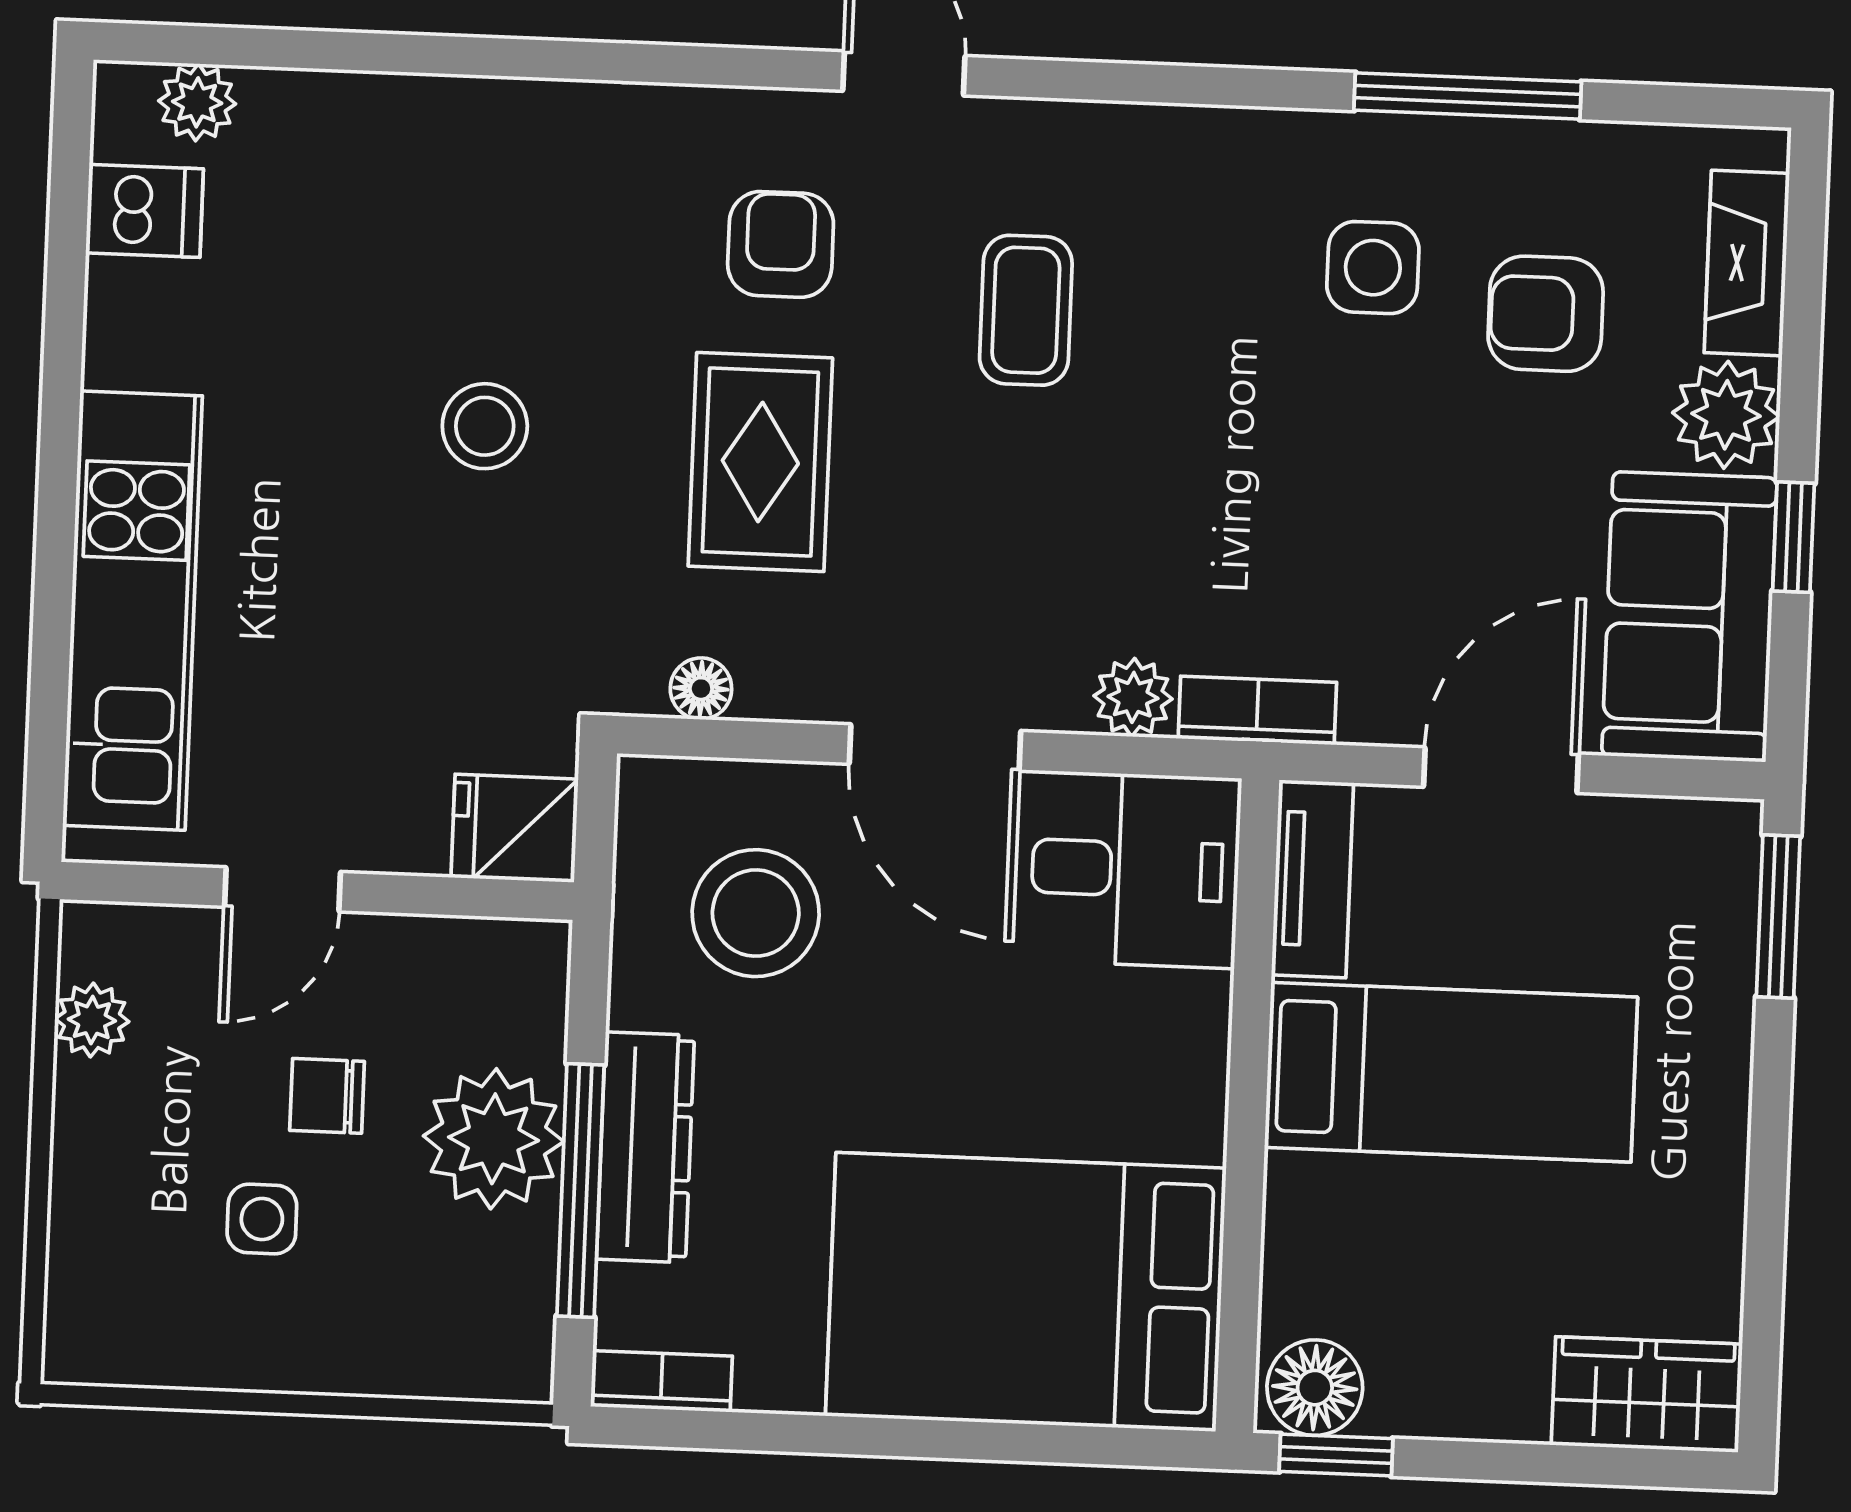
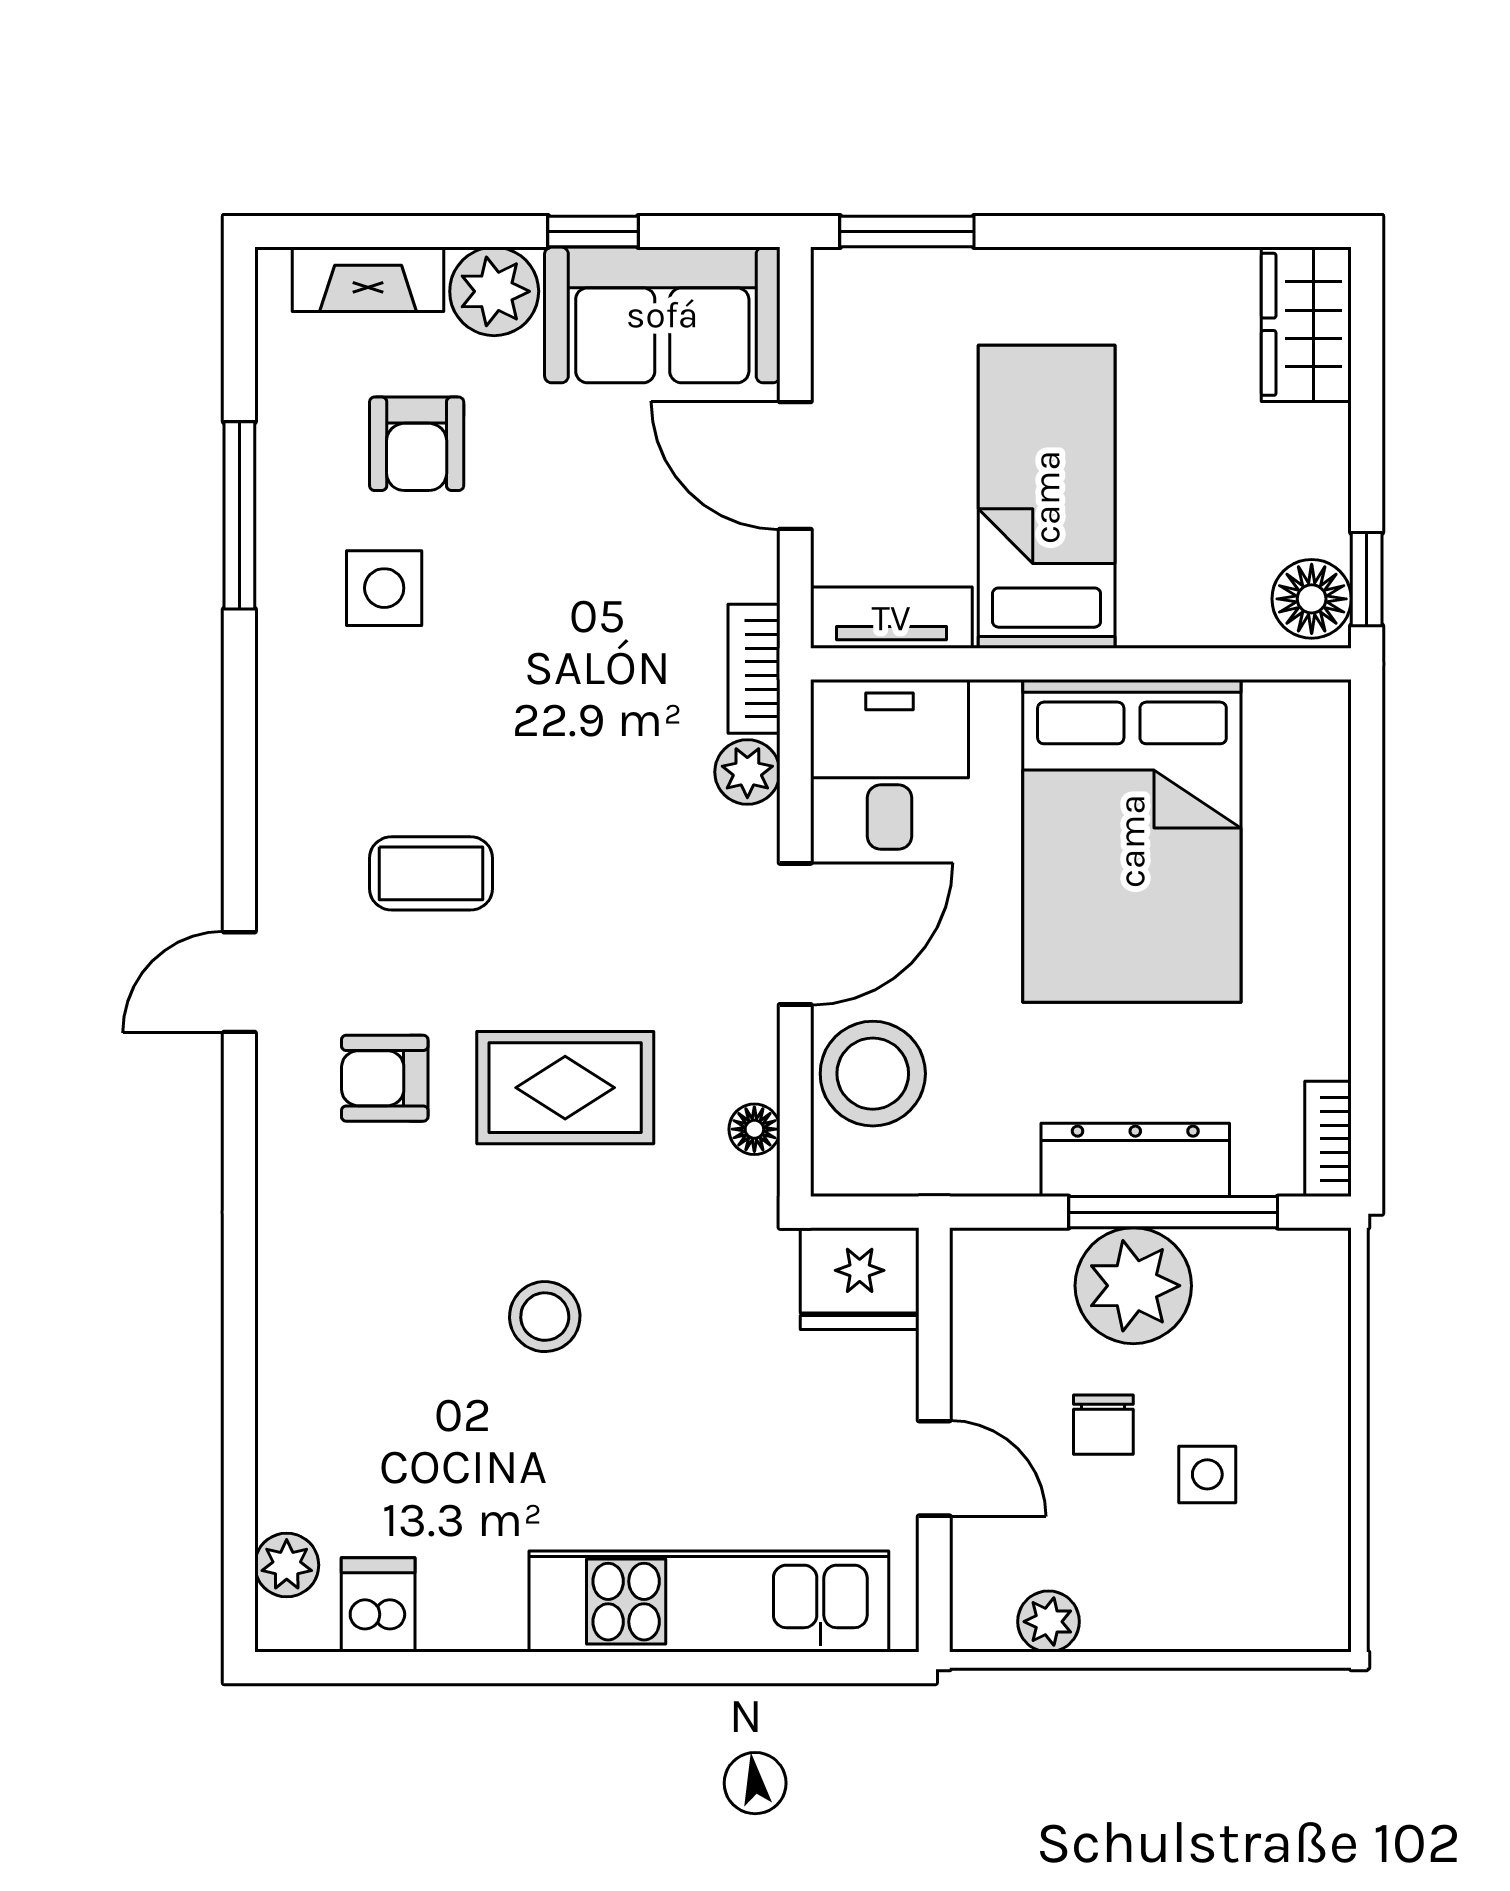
fridge: (515, 828) -> (860, 1279), width x1.38
stool: (756, 913) -> (873, 1074), moved
bed: (1026, 1292) -> (1132, 841), moved

